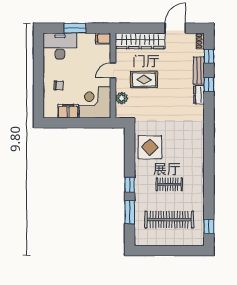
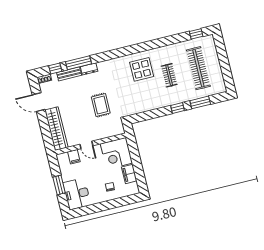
filing cabinet: (103, 39) -> (74, 157), moved
rug: (144, 80) -> (101, 105), moved
window: (209, 84) -> (78, 63), width x2.17
plant: (122, 98) -> (108, 132), removed
display table: (150, 147) -> (142, 69), moved

